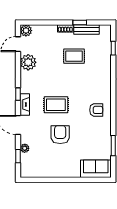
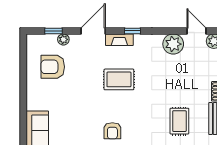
rug: (74, 56) -> (179, 121), moved
rug: (56, 105) -> (119, 79), turned 90
armchair: (60, 135) -> (53, 67), moved, turned 180

